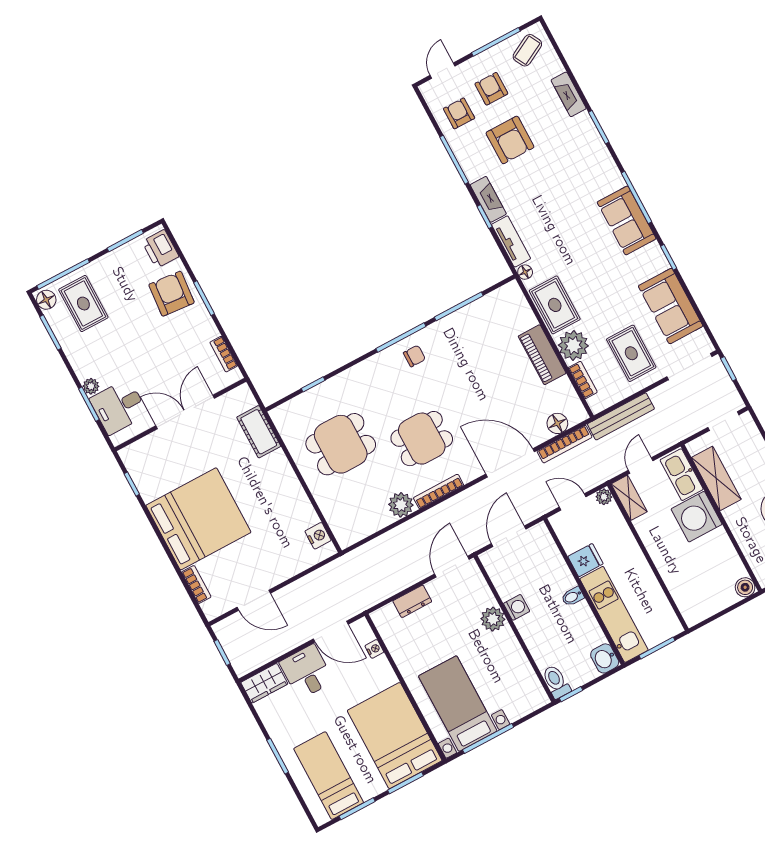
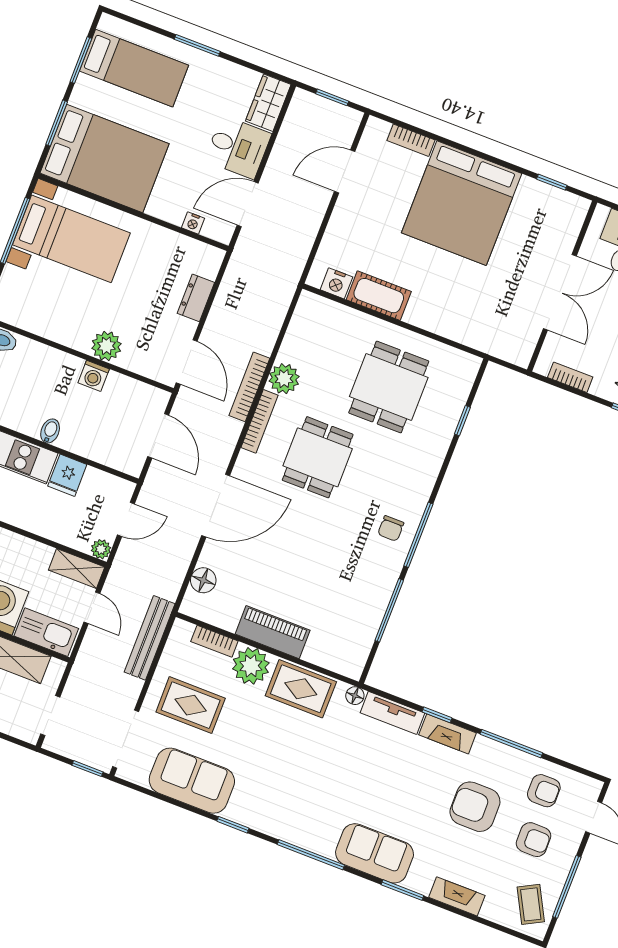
sofa: (627, 220) -> (375, 853), moved
cot: (259, 432) -> (379, 296), moved
bookcase: (565, 444) -> (249, 387), moved

